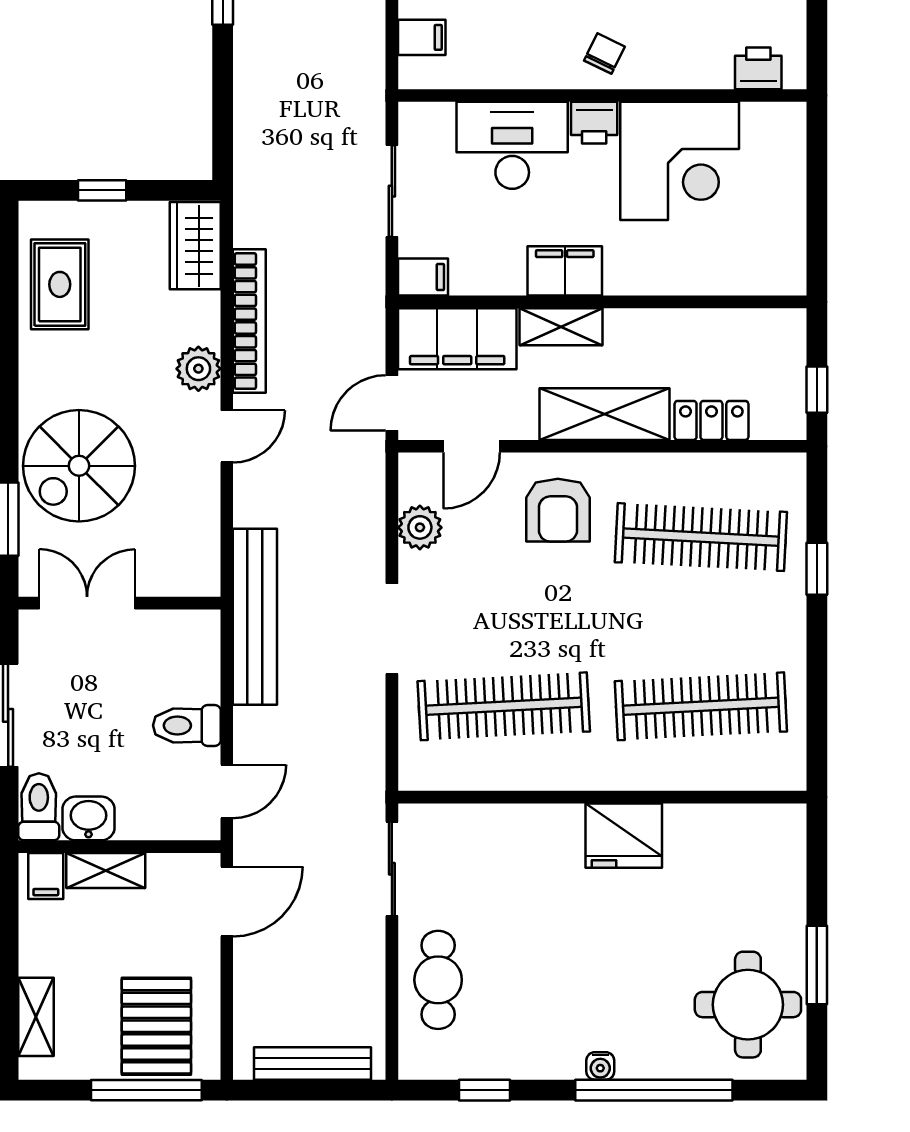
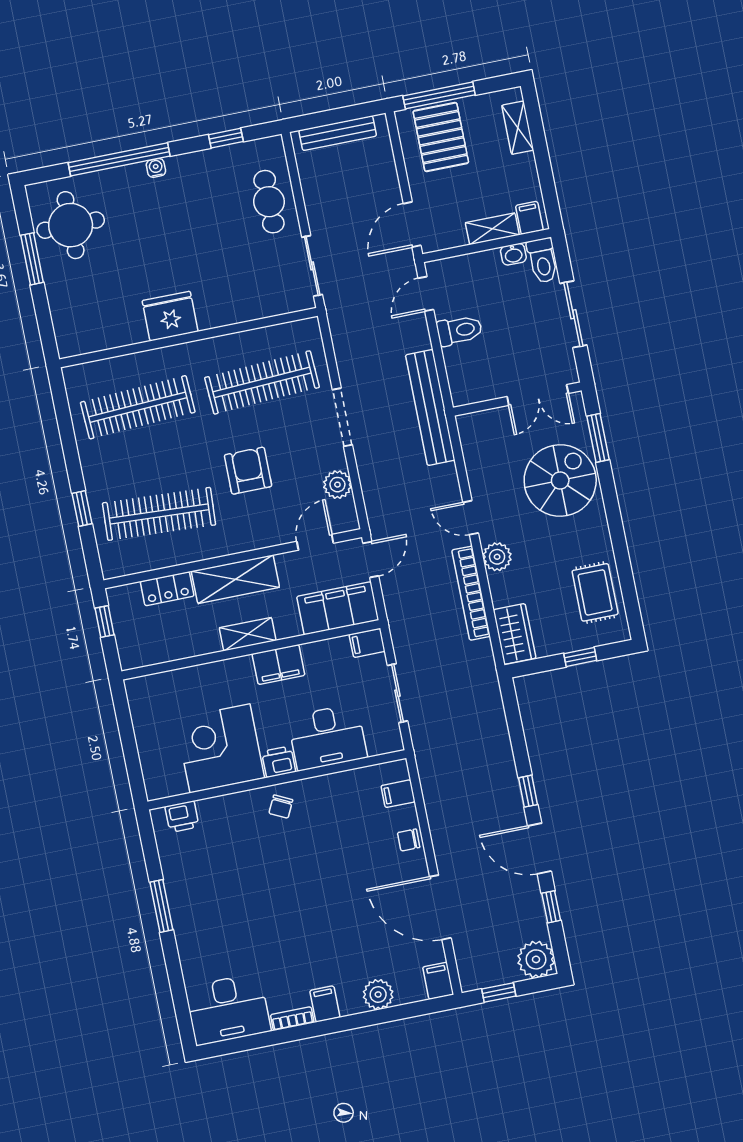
shelving: (561, 327) -> (248, 634), moved
door: (227, 436) -> (471, 518), hinge flipped
armchair: (558, 510) -> (248, 471), moved
washbasin: (88, 818) -> (513, 254), width x0.72, depth x0.69

